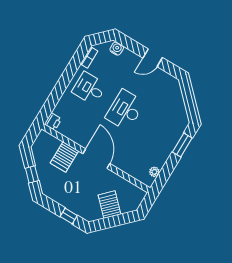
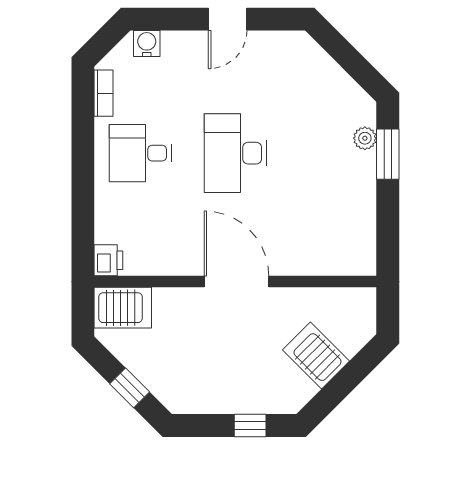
server rack: (64, 157) -> (123, 308), moved, turned -90
plant: (154, 172) -> (365, 138), moved

